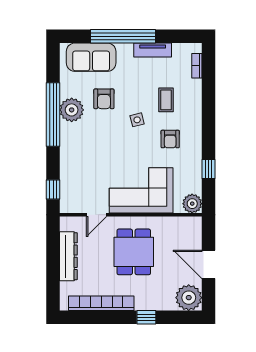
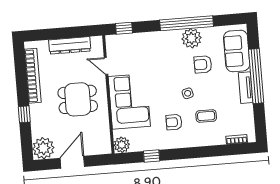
tv unit: (153, 50) -> (246, 88), moved

